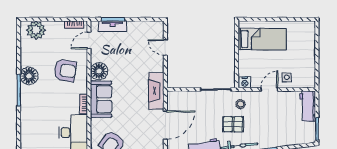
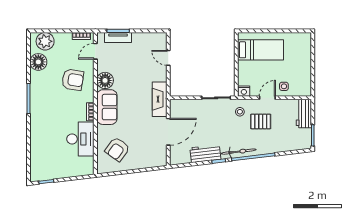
floor lamp: (29, 76) -> (38, 62), moved
pallet: (233, 124) -> (261, 121), moved

